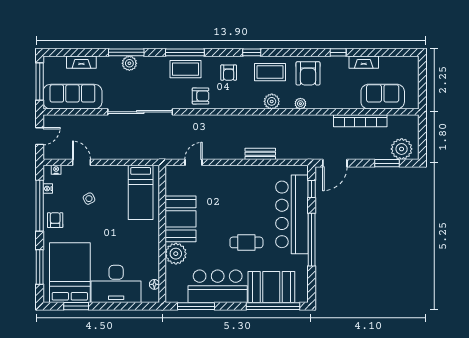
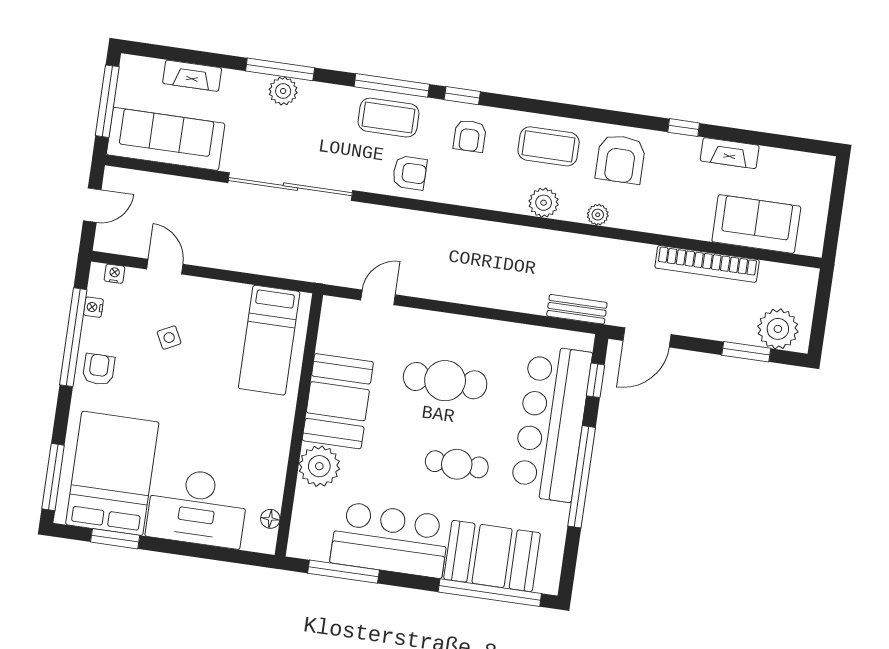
window: (252, 52) -> (462, 96), moved
bench: (260, 154) -> (577, 309), moved
cafe table: (234, 200) -> (445, 381), added
window: (40, 267) -> (53, 477), moved

